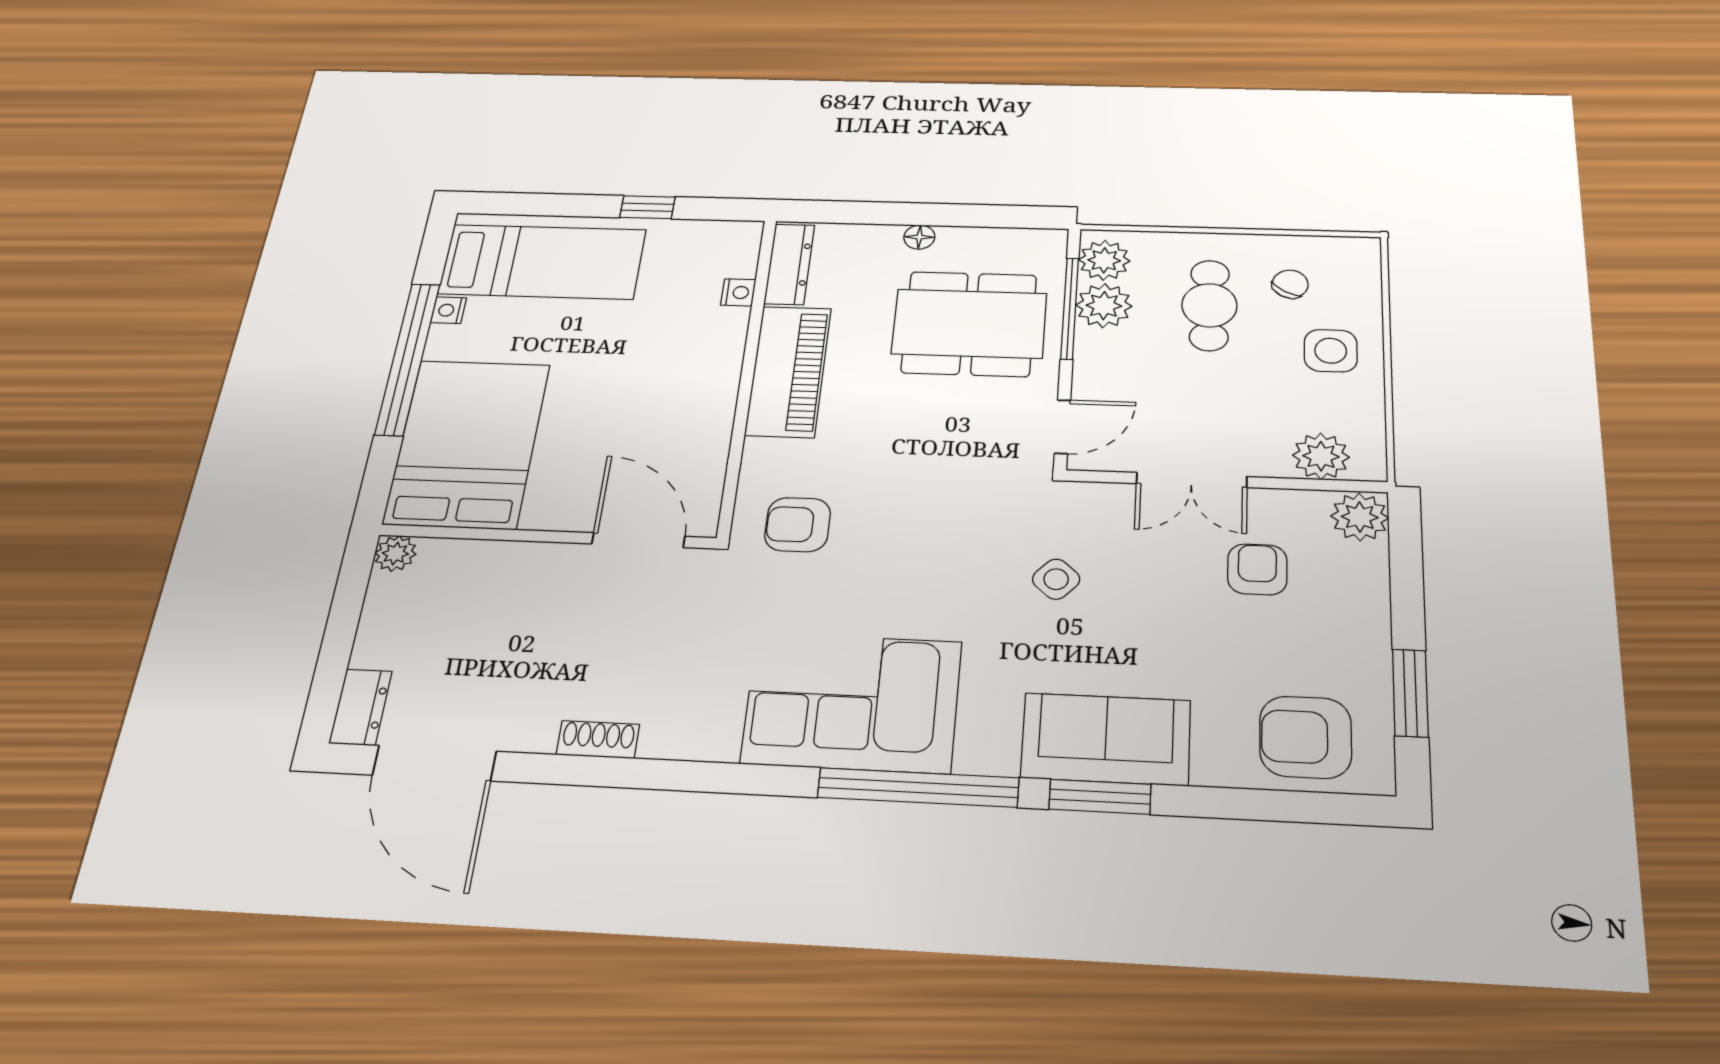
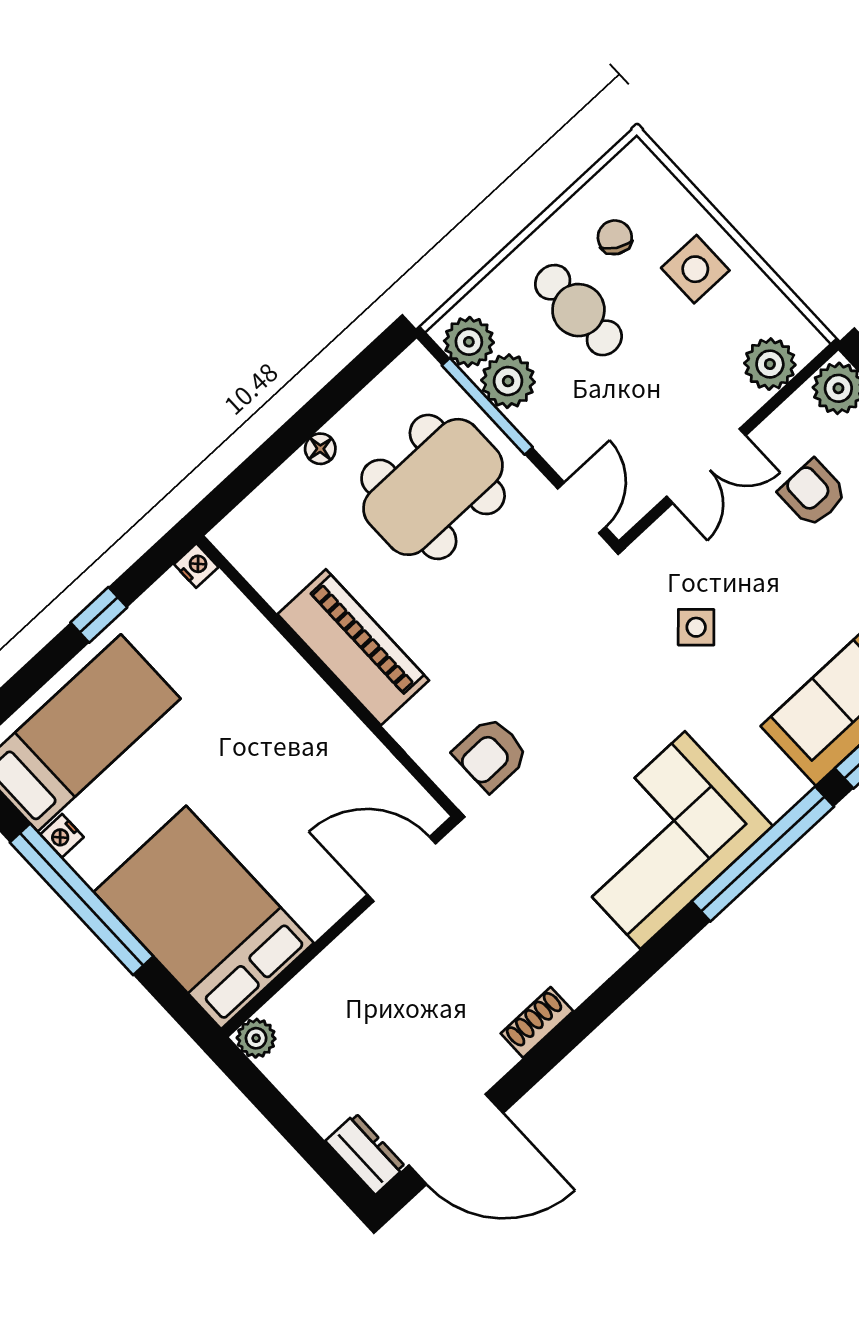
dresser: (789, 264) -> (255, 562), removed
nightstand: (738, 292) -> (196, 566), moved

